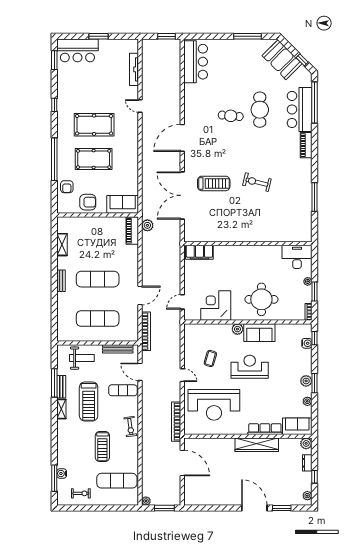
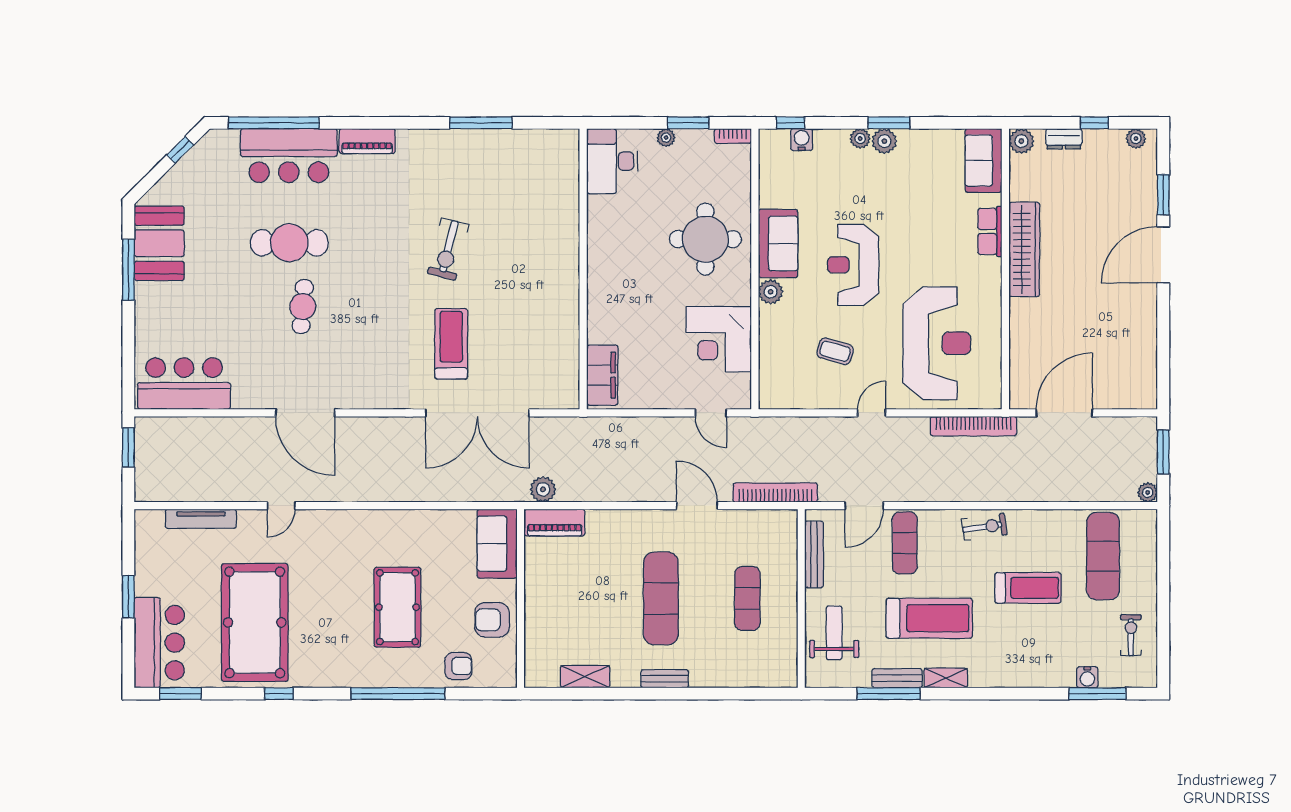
booth: (282, 60) -> (159, 243), moved, turned -45
pool table: (94, 125) -> (255, 622), moved, width x1.36, depth x1.32
door: (182, 138) -> (305, 413), moved
armchair: (88, 202) -> (492, 620), turned -90
exercise mat: (98, 319) -> (747, 598), width x0.73, depth x0.69
plant: (307, 401) -> (860, 138), moved
row of seats: (265, 429) -> (990, 231), width x0.68

